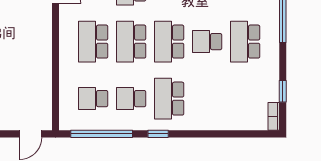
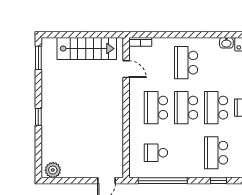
school desk: (131, 99) -> (186, 153), removed
window: (158, 134) -> (219, 181), moved

